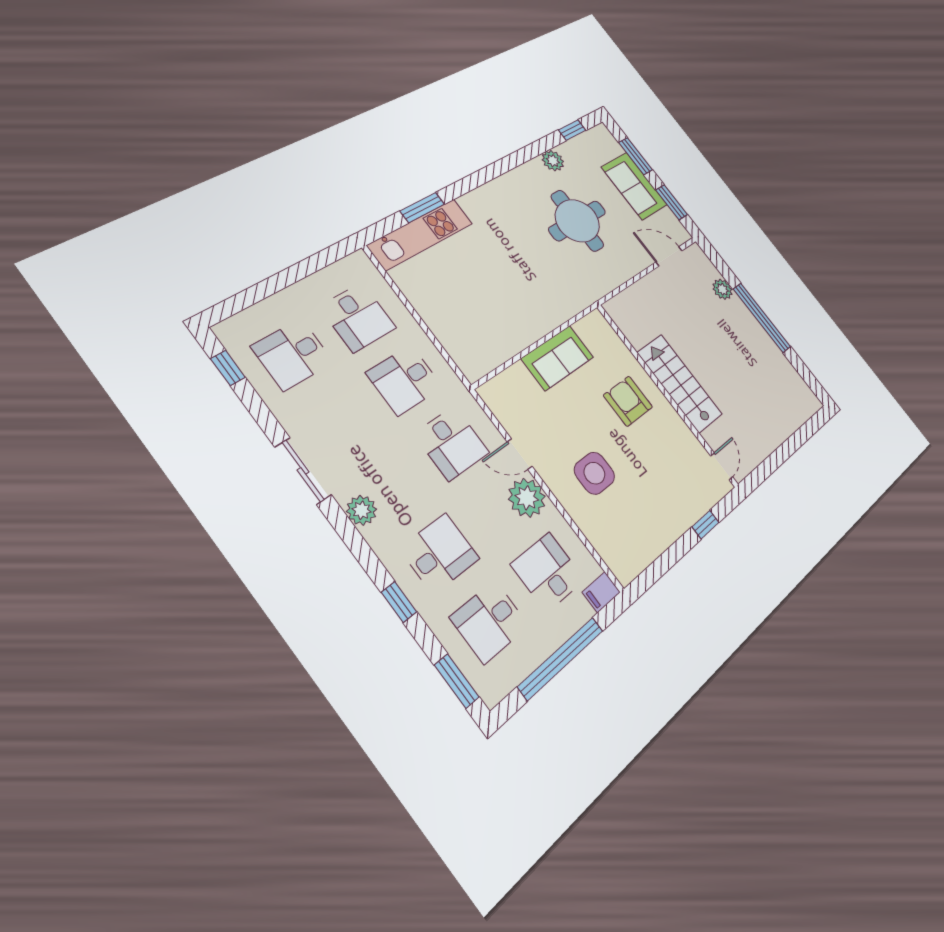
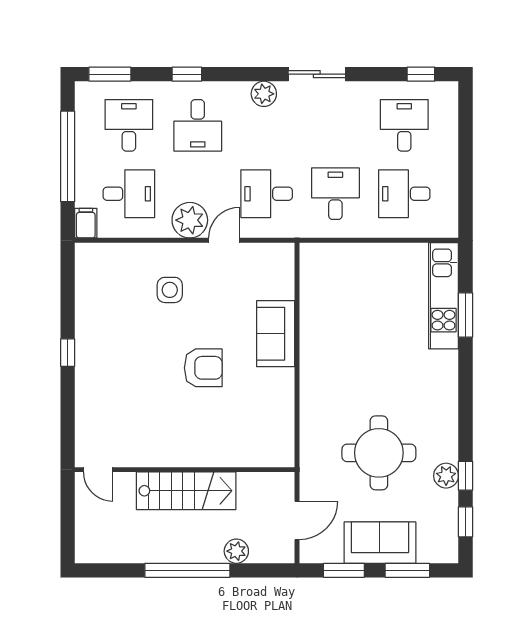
window: (542, 146) -> (466, 476), added
stairs: (680, 383) -> (186, 491), moved
wall: (667, 395) -> (185, 470), moved
door: (722, 466) -> (98, 470), moved
side table: (594, 473) -> (170, 290), width x0.73, depth x0.73

